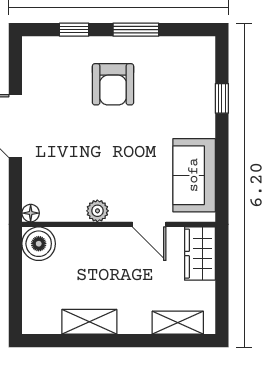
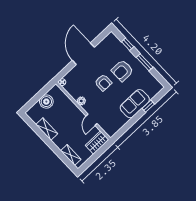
armchair: (102, 140) -> (103, 83), added
sofa: (194, 175) -> (135, 104), moved
boiler: (39, 244) -> (46, 102), moved

